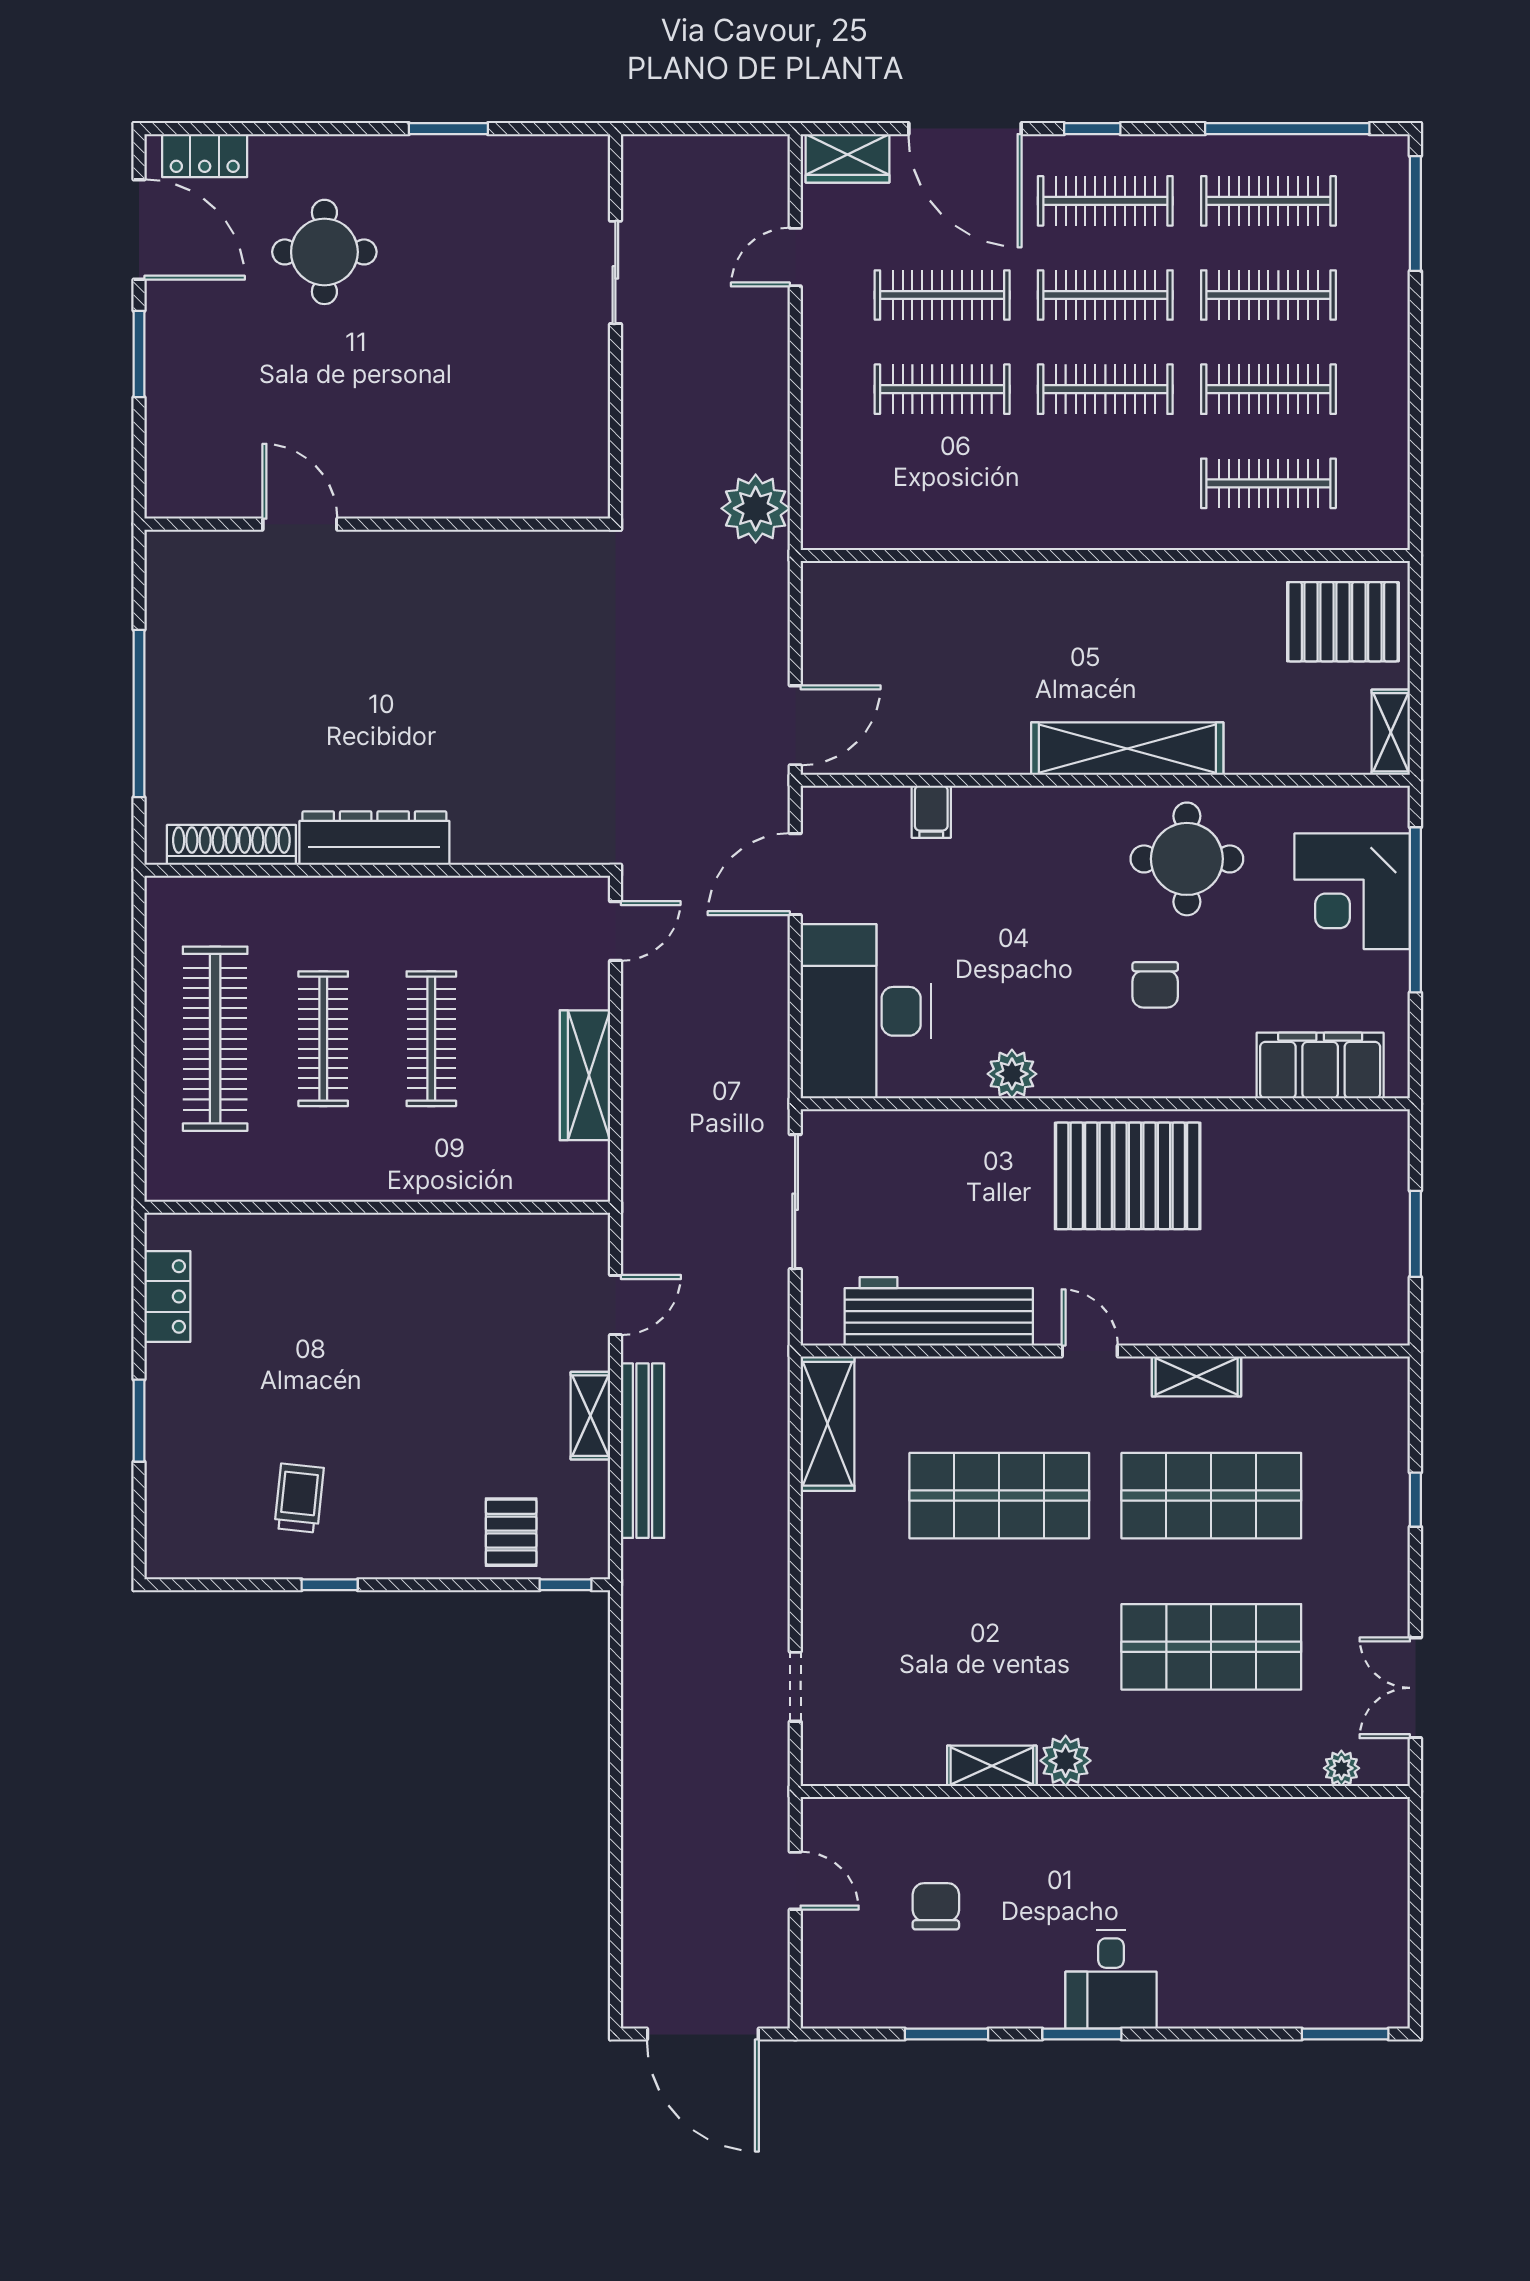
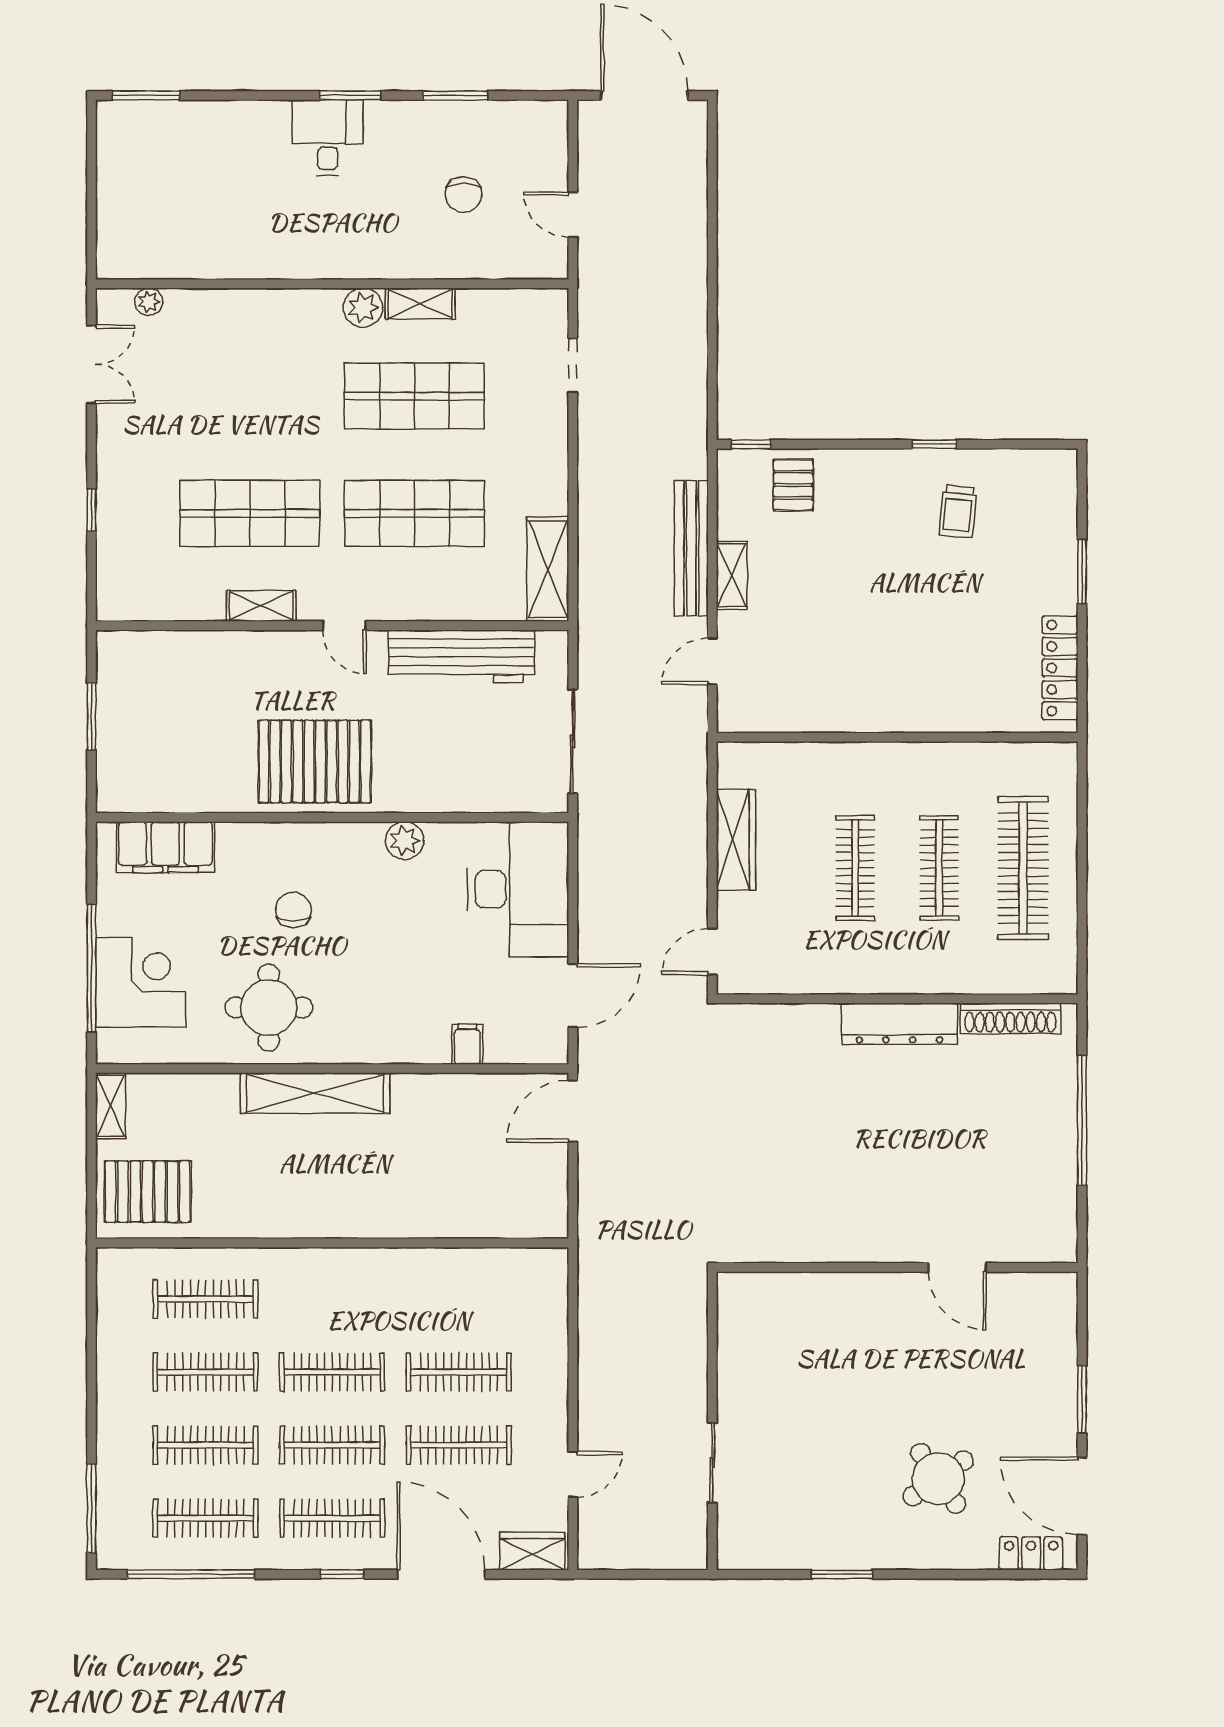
round table: (324, 252) -> (938, 1479), turned -35
plant: (756, 508) -> (604, 1279), removed
locker: (167, 1296) -> (1060, 668), width x1.53
shop shelf: (1211, 1647) -> (414, 396), moved

